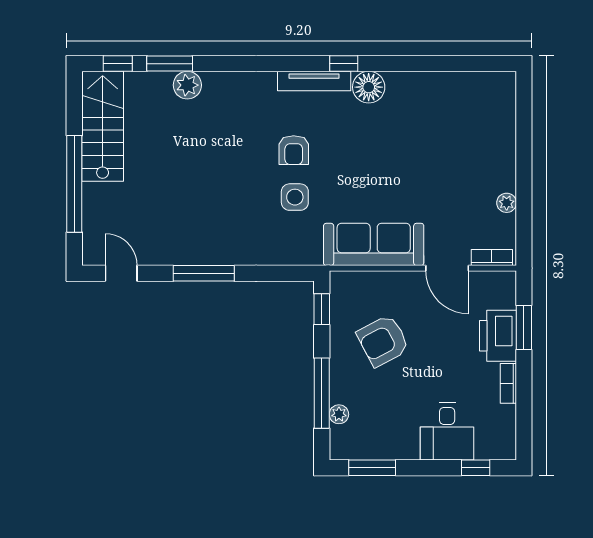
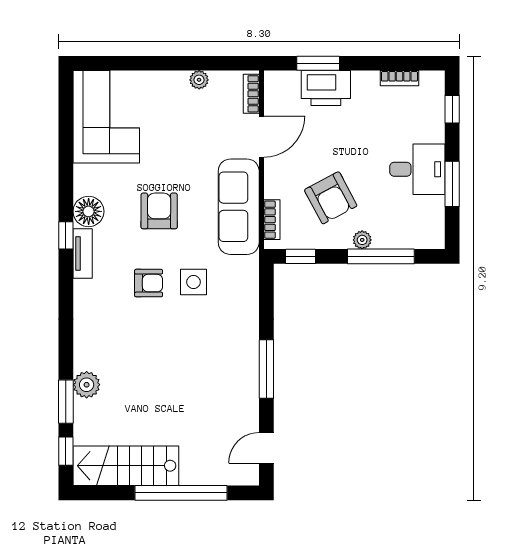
tv unit: (314, 81) -> (83, 253), width x0.71
corner sofa: (468, 106) -> (106, 117), added
armchair: (369, 161) -> (159, 211), added
bookcase: (360, 279) -> (272, 220), added
bookcase: (508, 383) -> (399, 78), moved
plant: (339, 414) -> (362, 240), moved
desk: (447, 431) -> (417, 169), moved
window: (372, 468) -> (452, 184), moved

